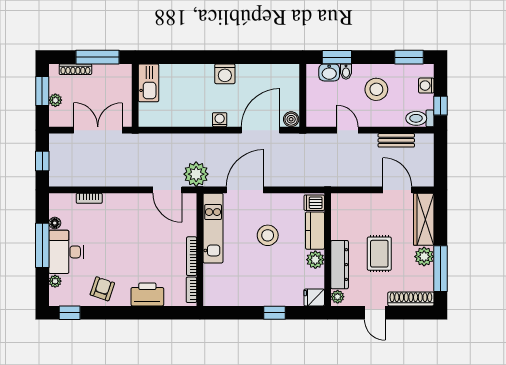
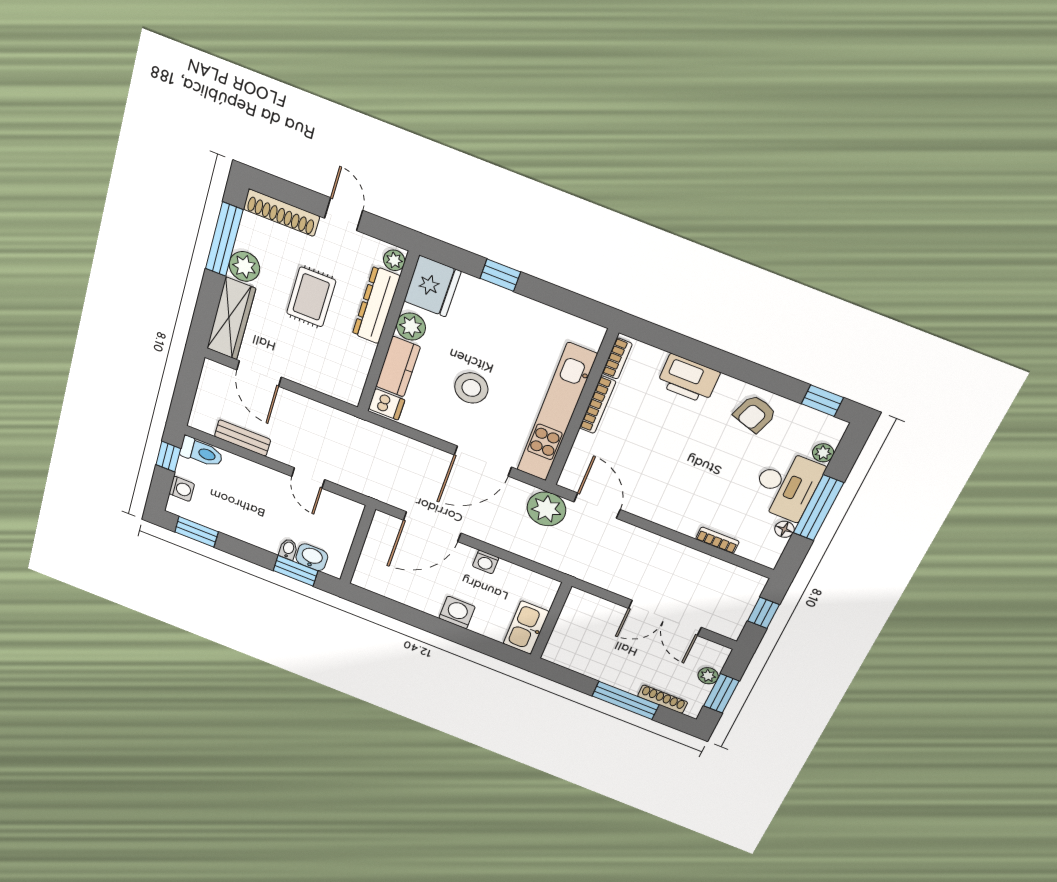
kitchen sink: (149, 83) -> (526, 628), moved
stool: (376, 89) -> (252, 512), removed
wall: (135, 95) -> (551, 621), moved
boiler: (291, 119) -> (384, 523), removed
kitchen unit: (213, 228) -> (556, 413), width x1.36
fridge: (314, 297) -> (432, 286), width x1.88, depth x1.34

